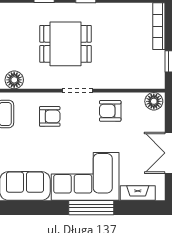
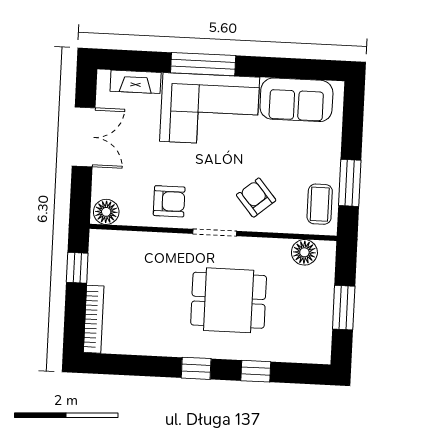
armchair: (50, 116) -> (256, 198), turned 50

